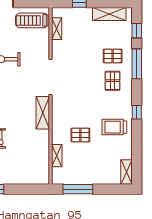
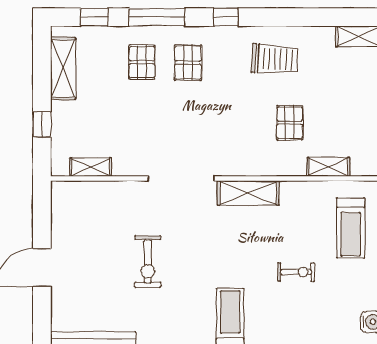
treadmill: (32, 20) -> (351, 228), moved
pallet: (112, 81) -> (188, 63), turned 90
window: (137, 112) -> (226, 17), moved
trolley: (114, 127) -> (275, 59), turned -87

